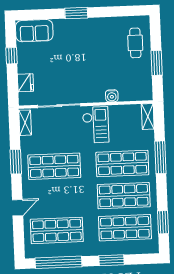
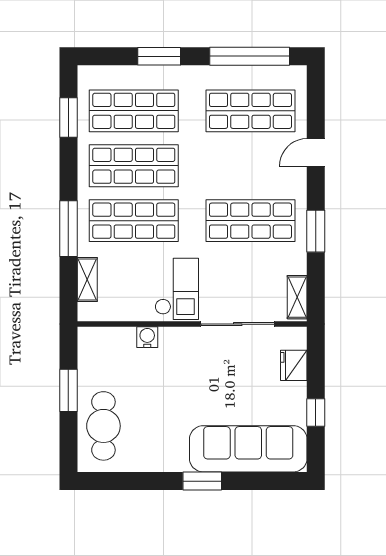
sofa: (34, 31) -> (248, 449), width x1.85, depth x1.27
cafe table: (135, 43) -> (103, 426), width x1.37, depth x1.35
shelving: (148, 117) -> (87, 279), moved
checkout: (96, 125) -> (177, 289), turned 180

